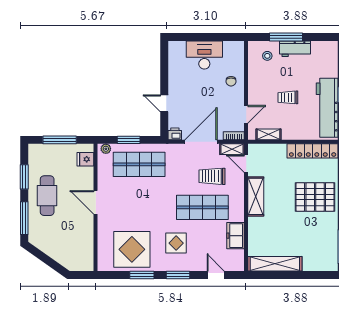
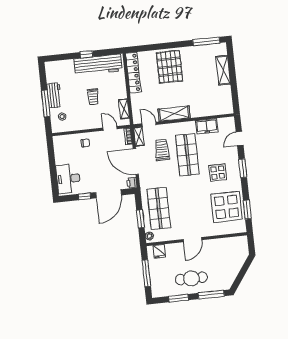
desk: (204, 55) -> (68, 179), moved
window: (164, 73) -> (84, 196), added
door: (164, 103) -> (109, 194), width x1.88
door: (246, 164) -> (149, 124), swing flipped
trolley: (212, 176) -> (162, 150), turned 180
shelving: (275, 264) -> (223, 70), moved, width x0.68
window: (142, 275) -> (247, 210), moved

